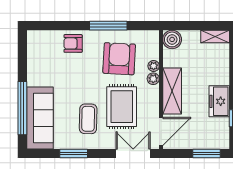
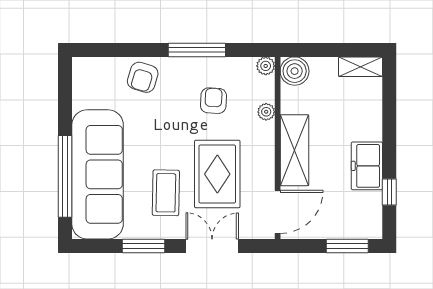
armchair: (73, 43) -> (143, 77), turned -73
armchair: (119, 59) -> (213, 101), width x0.53, depth x0.53
plant: (153, 79) -> (266, 66), moved
sofa: (40, 118) -> (98, 174), width x1.36, depth x1.27
double door: (133, 154) -> (212, 246), moved

